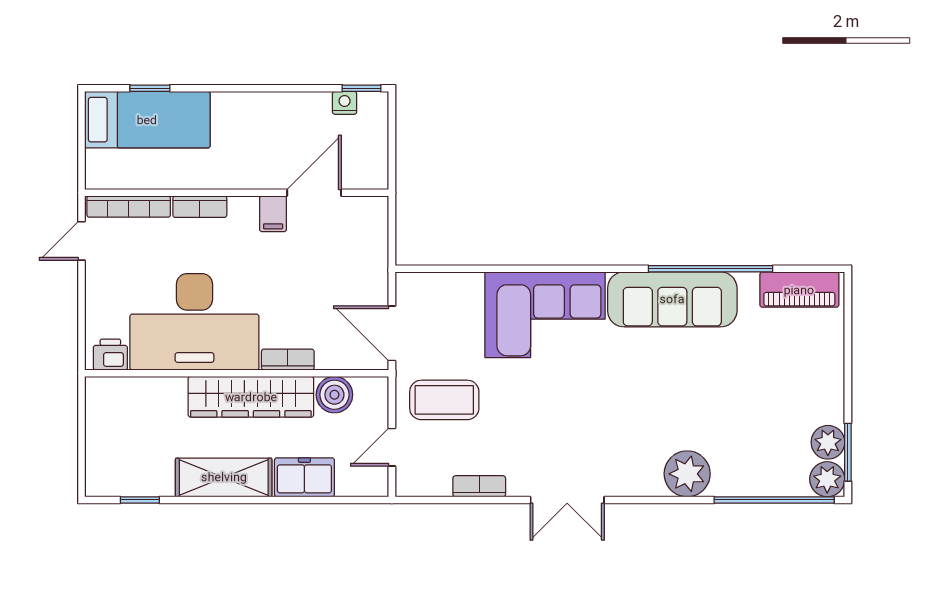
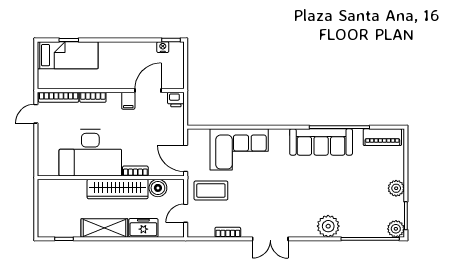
corner sofa: (545, 315) -> (239, 149), moved
printer: (110, 355) -> (176, 99), moved, turned 180
plant: (828, 442) -> (396, 188), moved

